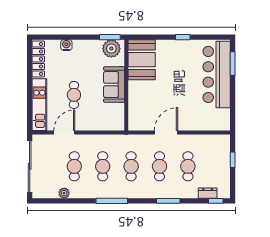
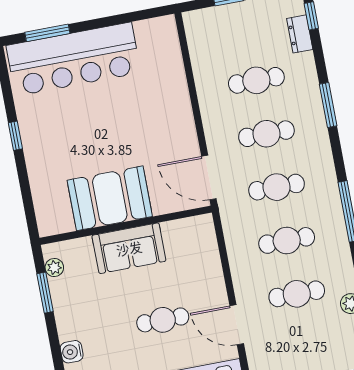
window: (110, 37) -> (45, 293), moved
plant: (111, 49) -> (54, 267), width x0.53, depth x0.53
booth: (142, 60) -> (110, 198), moved
door: (166, 132) -> (209, 178), moved

